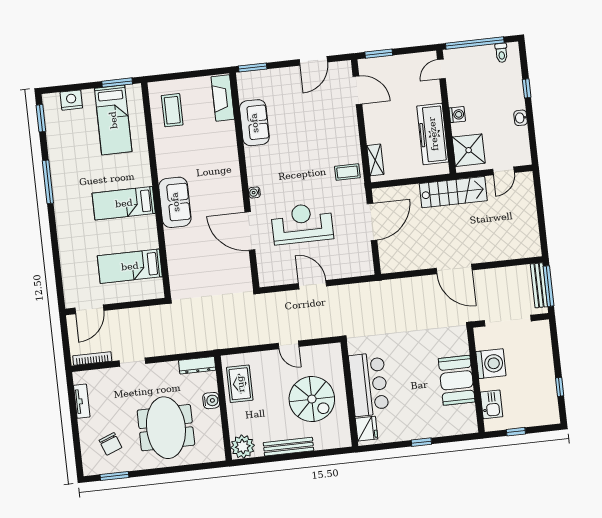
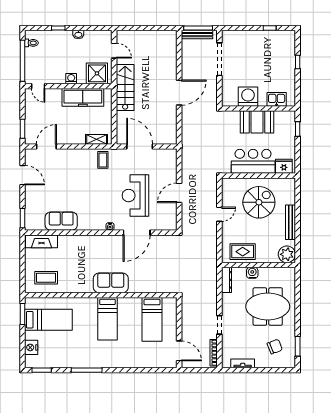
washing machine: (491, 364) -> (248, 97), moved
booth: (457, 380) -> (257, 122), moved
wall: (476, 380) -> (258, 108), moved
kitchen sink: (492, 404) -> (277, 99), moved

